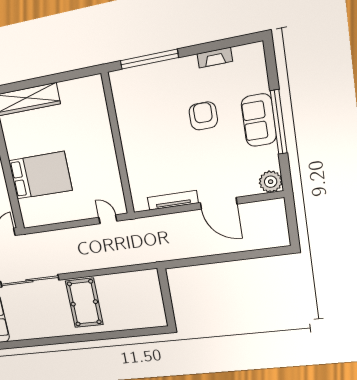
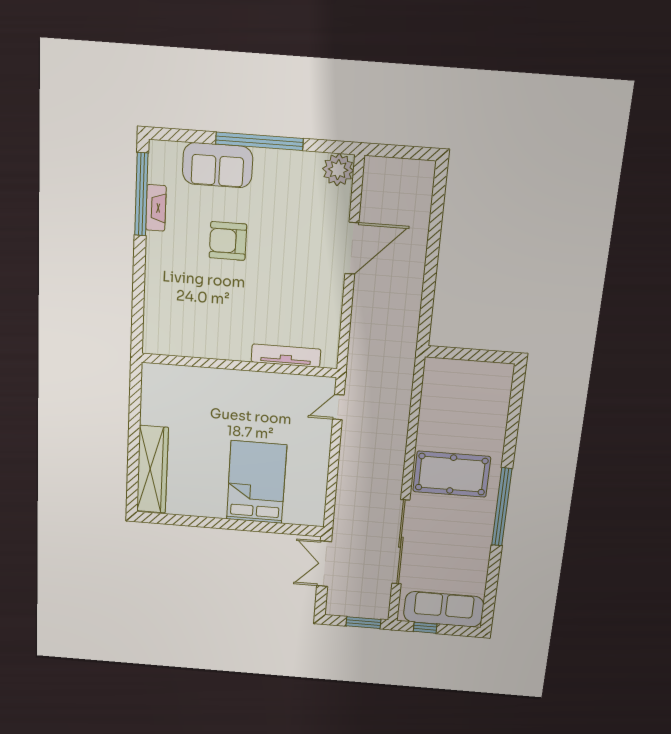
window: (149, 59) -> (141, 194), moved
sofa: (259, 120) -> (218, 165), moved
tv unit: (173, 200) -> (286, 356), moved, turned 90
window: (72, 339) -> (502, 507), added

